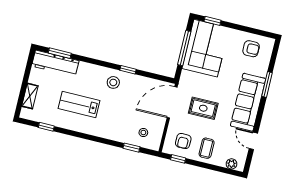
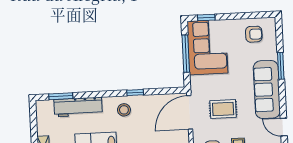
workbench: (55, 63) -> (78, 107), moved

